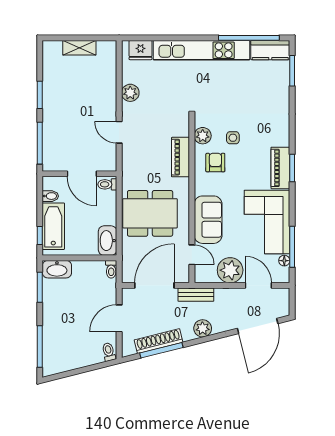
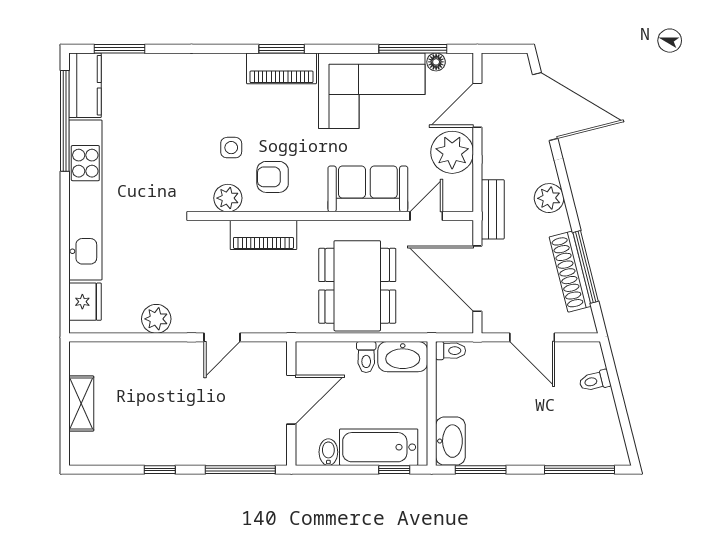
window: (40, 95) -> (160, 470), width x0.67
toilet: (107, 184) -> (366, 357), moved
toilet: (109, 352) -> (595, 381), moved

